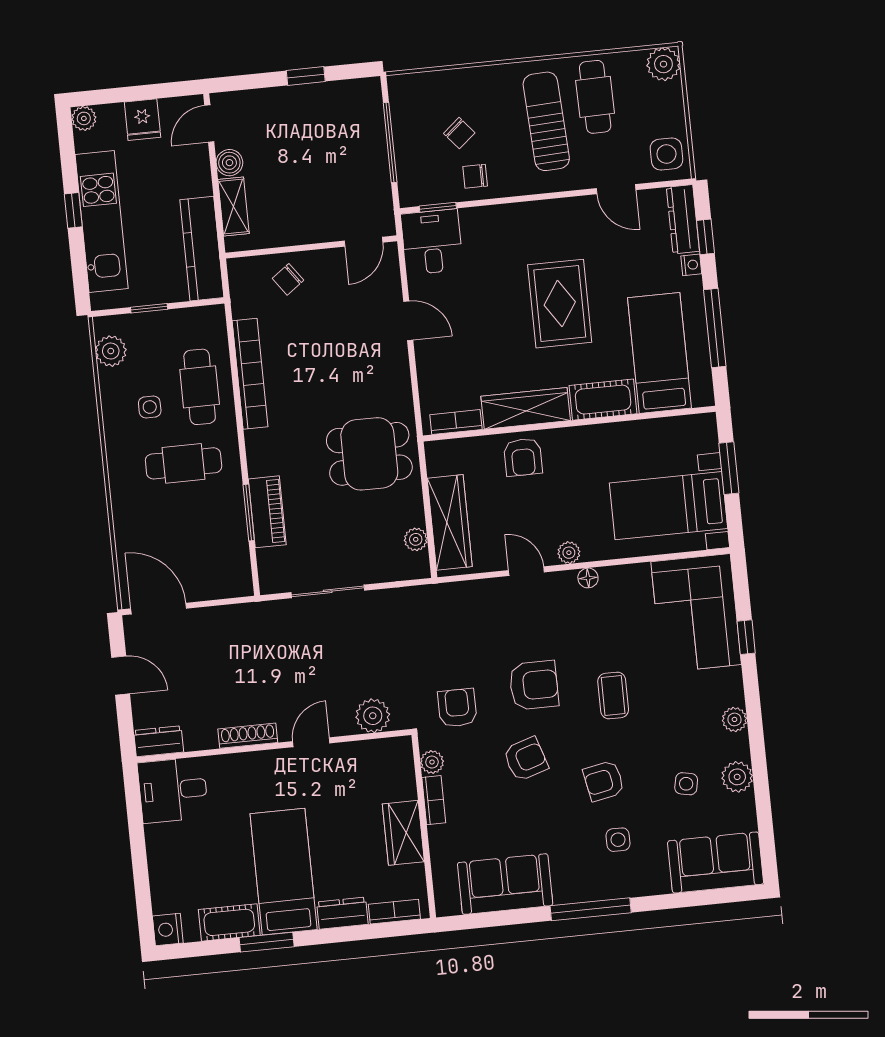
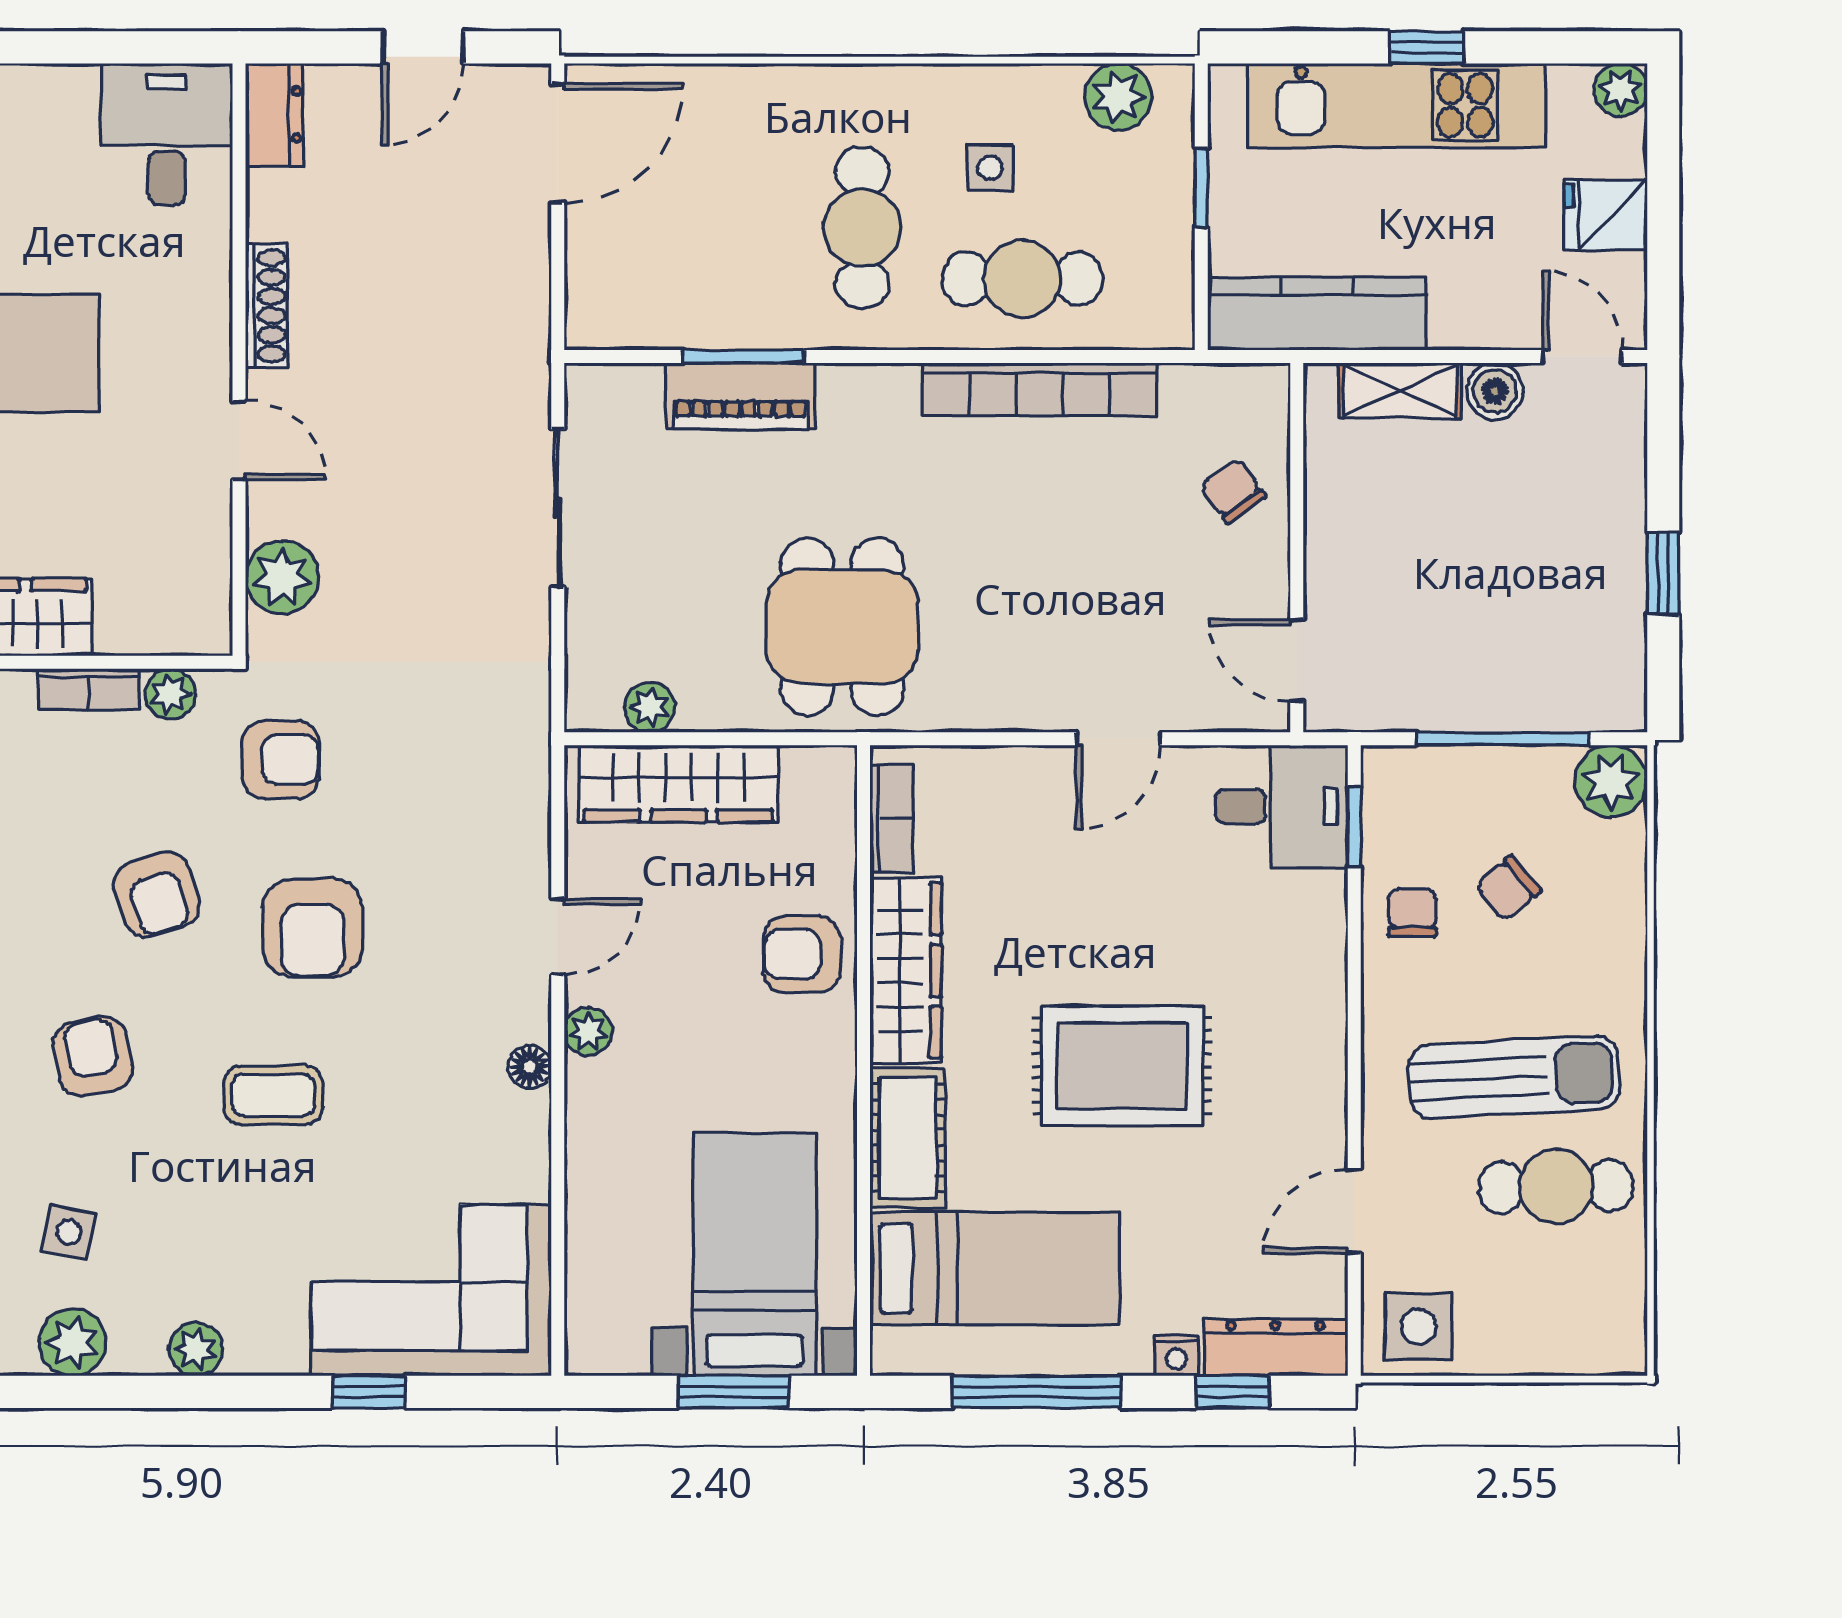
plant: (663, 64) -> (1611, 781), moved
bed with nightstands: (668, 506) -> (755, 1254), moved

